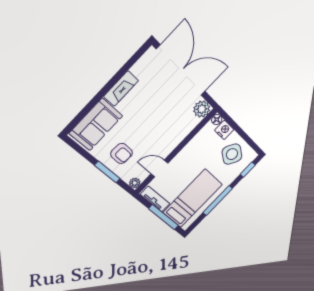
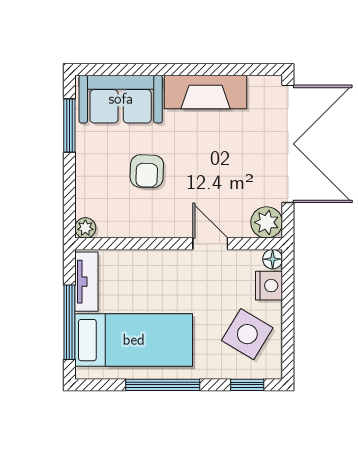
fireplace: (121, 89) -> (206, 92), width x1.37, depth x1.32
armchair: (122, 153) -> (147, 171), moved
door: (159, 169) -> (210, 244), moved
window: (107, 172) -> (69, 125), moved

